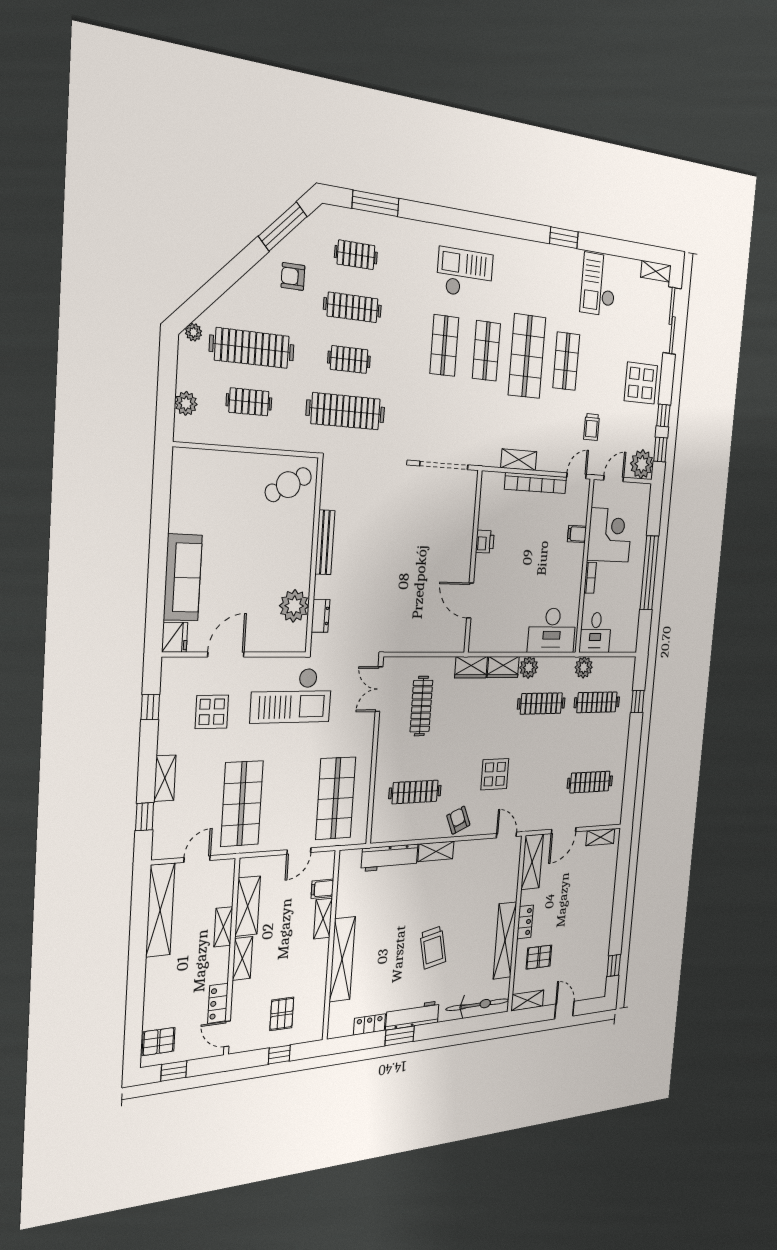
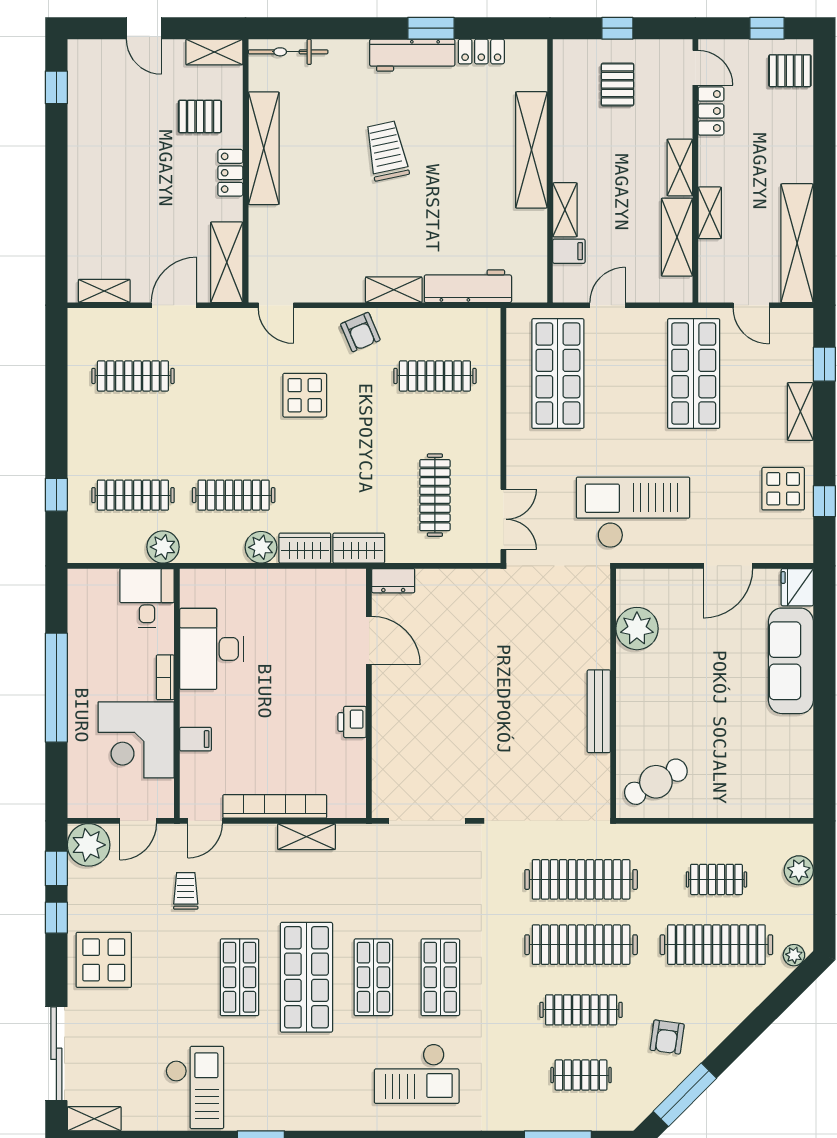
armchair: (293, 276) -> (667, 1037), turned 98
clothes rail: (349, 360) -> (581, 945), width x1.86, depth x1.31
dresser: (320, 616) -> (393, 581), moved, turned -90
desk: (552, 630) -> (212, 649), moved, turned -90
display table: (212, 712) -> (783, 489), moved
door: (197, 859) -> (751, 305), hinge flipped
bicycle: (478, 1005) -> (288, 52), width x0.73, depth x0.71

